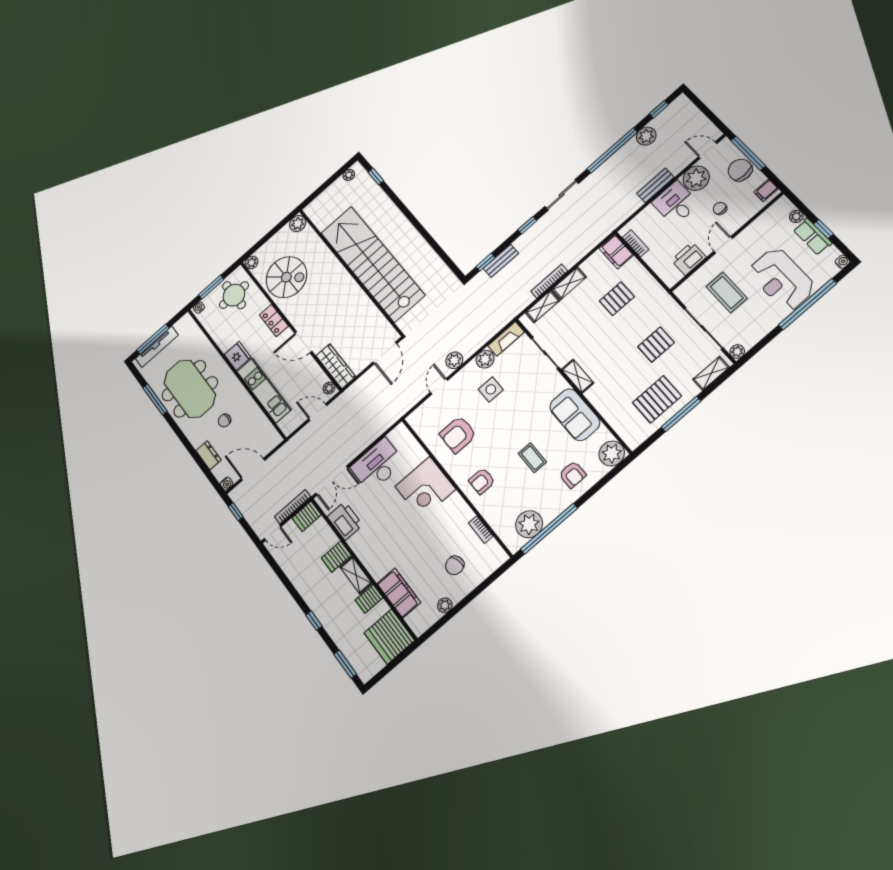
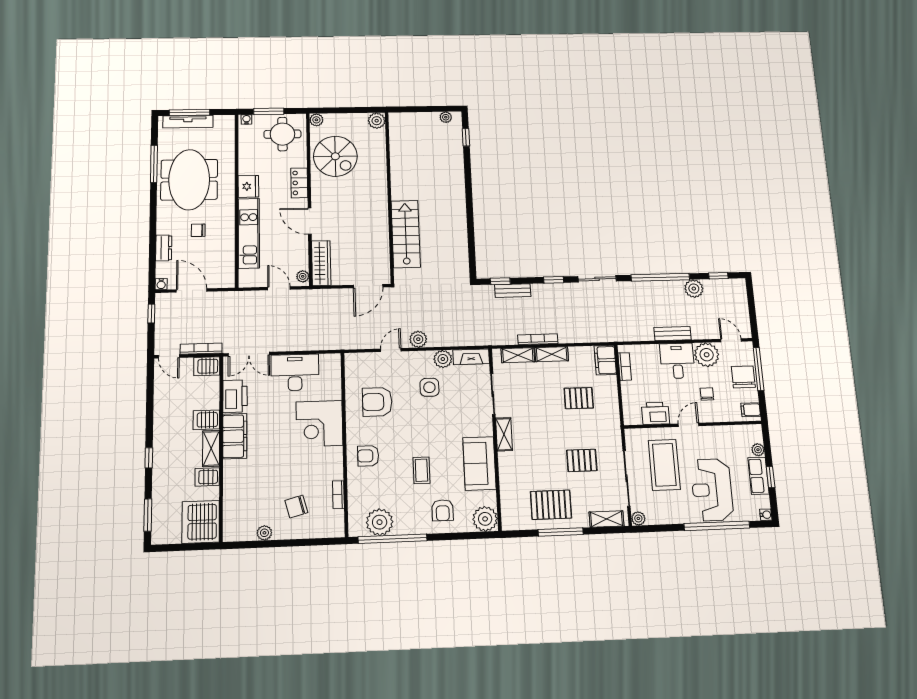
stairs: (372, 264) -> (406, 234), width x0.54, depth x0.66
coffee table: (727, 292) -> (664, 465), width x1.36, depth x1.32
filing cabinet: (399, 593) -> (235, 436), moved

